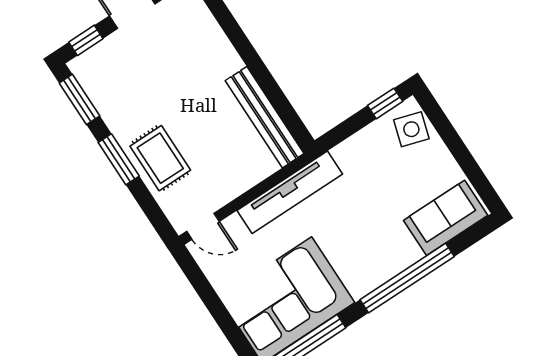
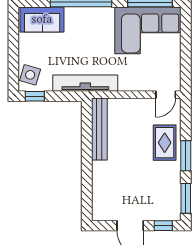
tv unit: (290, 192) -> (85, 83), moved
door: (203, 226) -> (166, 95), swing flipped

